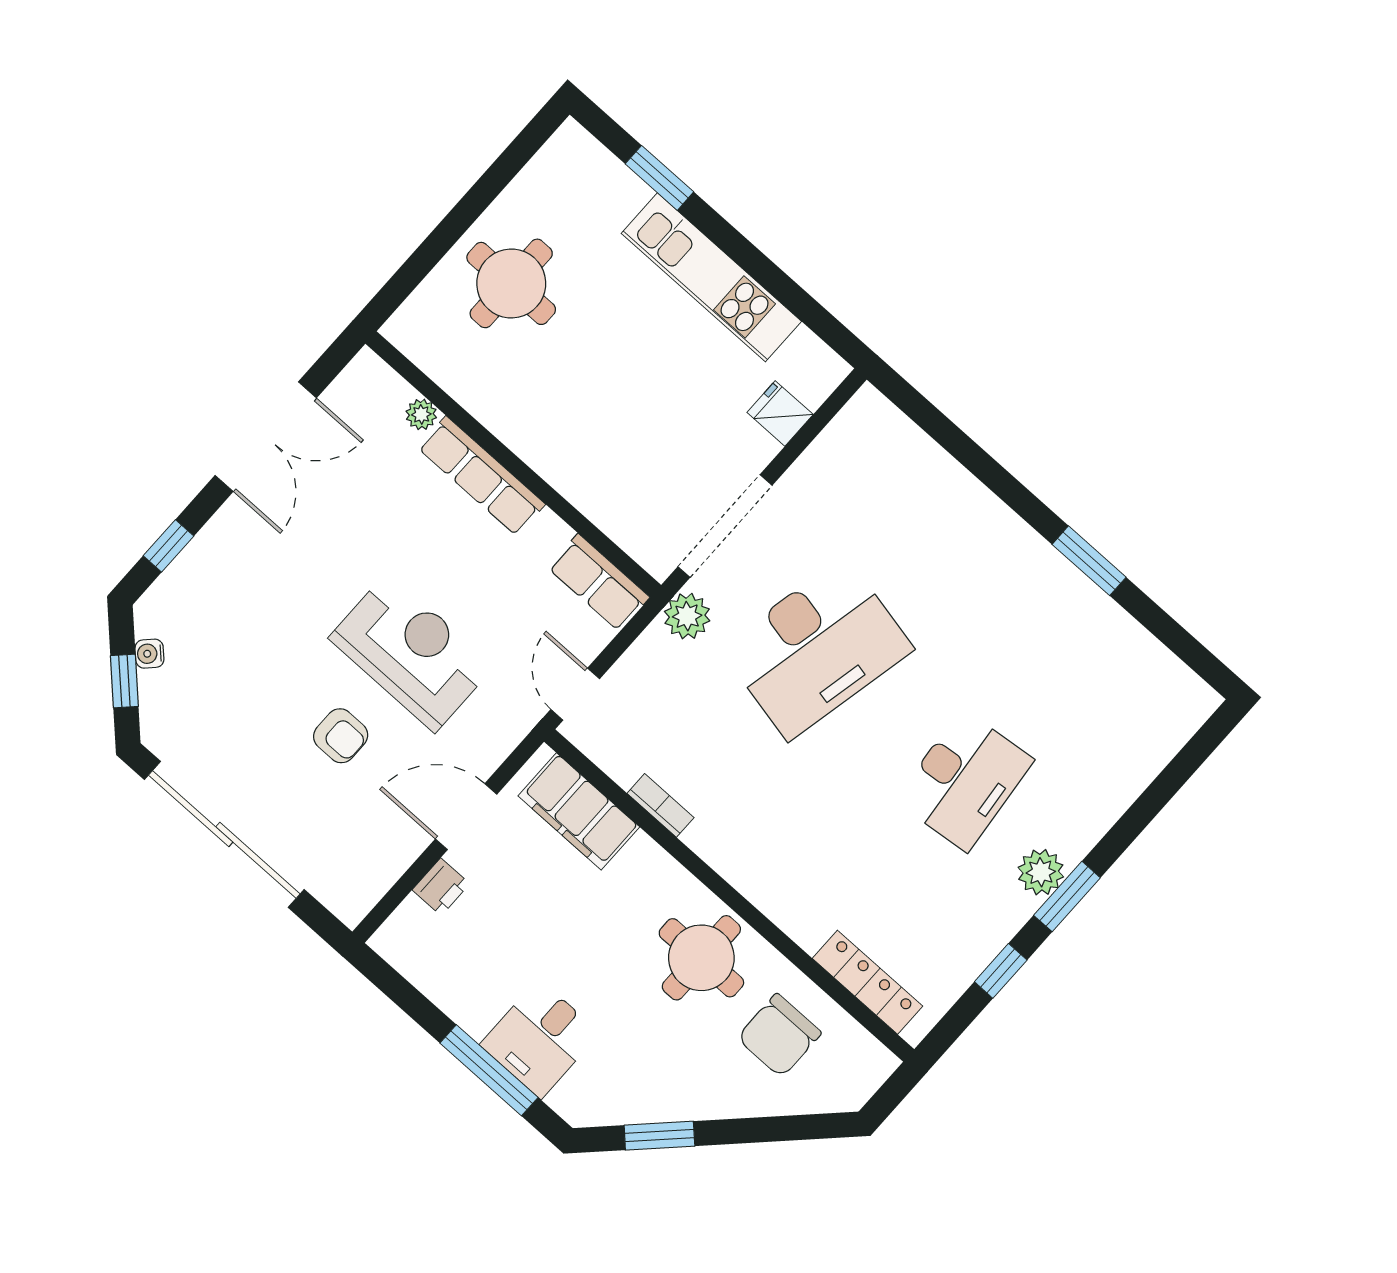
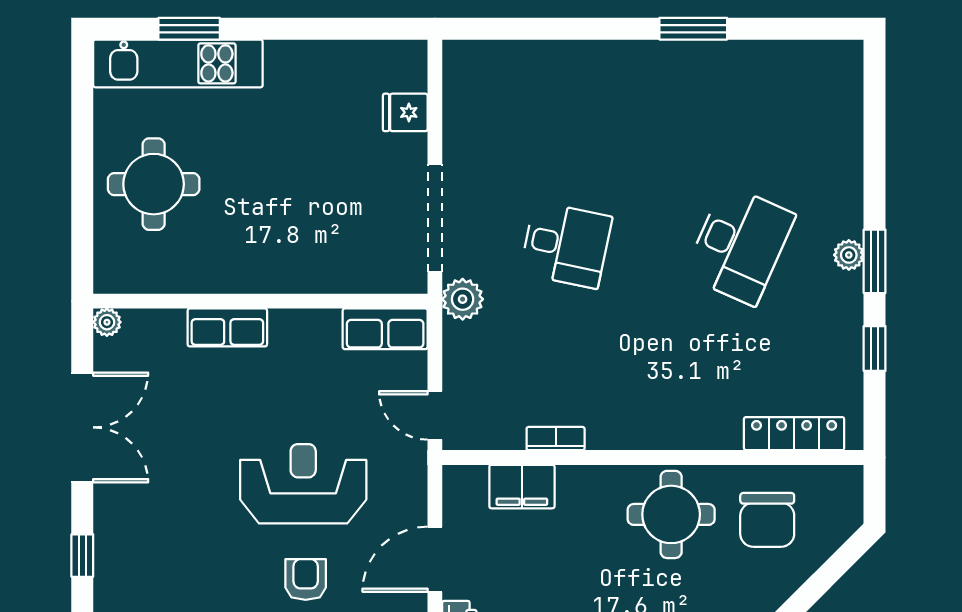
kitchen unit: (711, 277) -> (178, 63), moved
plant: (421, 414) -> (107, 322), moved
row of seats: (481, 476) -> (227, 327), width x0.68
desk: (817, 648) -> (566, 245), width x0.53, depth x0.77
armchair: (341, 736) -> (306, 579), turned -90
desk: (964, 780) -> (740, 245), turned 30
filing cabinet: (579, 811) -> (522, 487), width x0.67, depth x0.86
plant: (1041, 872) -> (849, 255), width x0.73, depth x0.73

